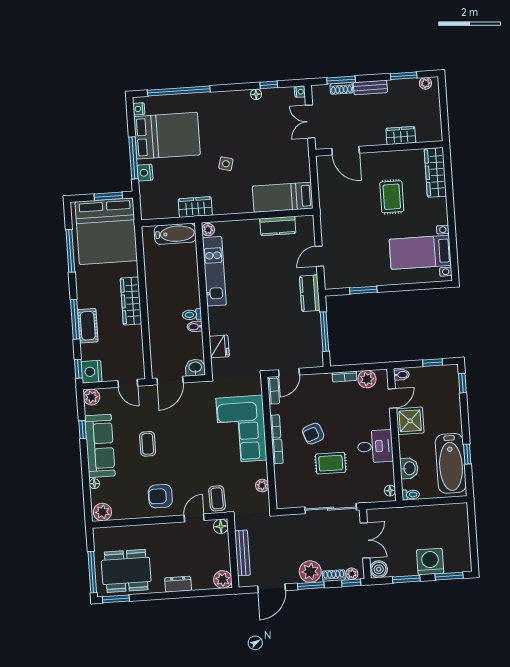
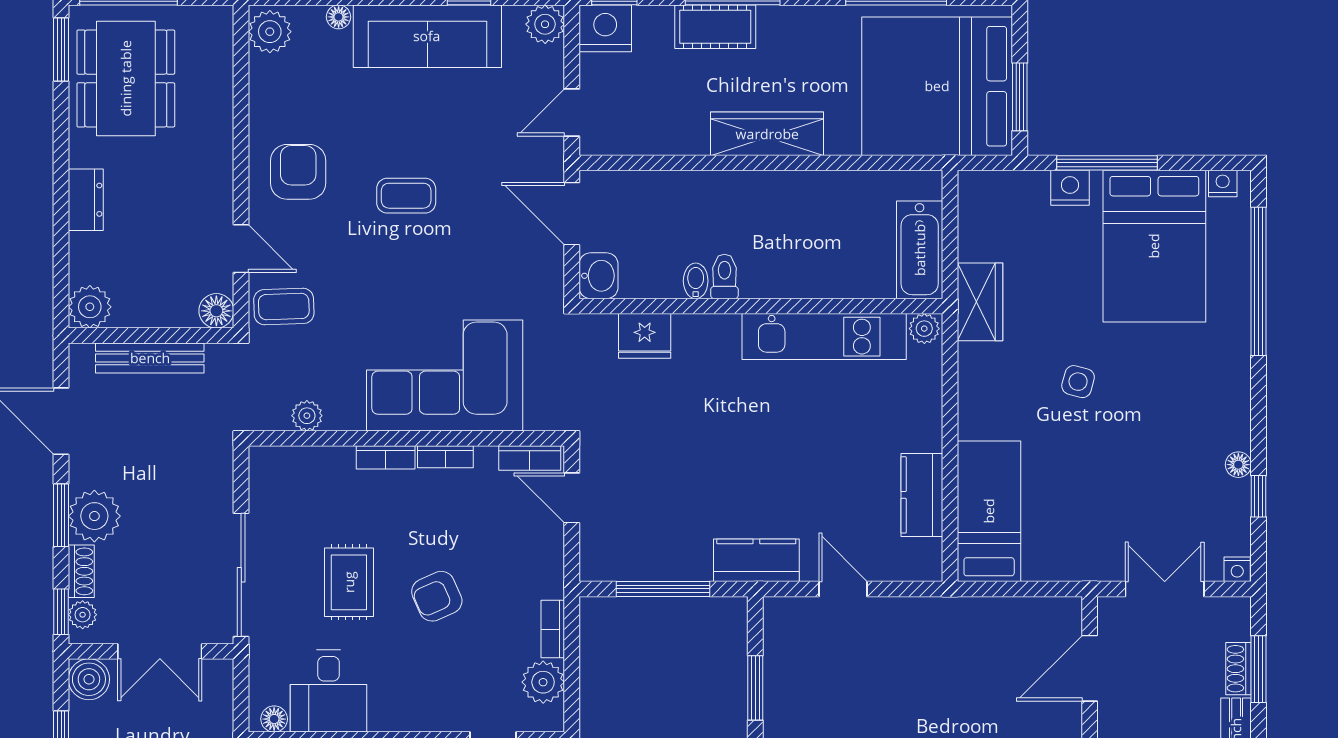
armchair: (313, 434) -> (437, 596), moved, turned -94
coffee table: (148, 444) -> (406, 196), moved
desk: (375, 446) -> (329, 691), moved

